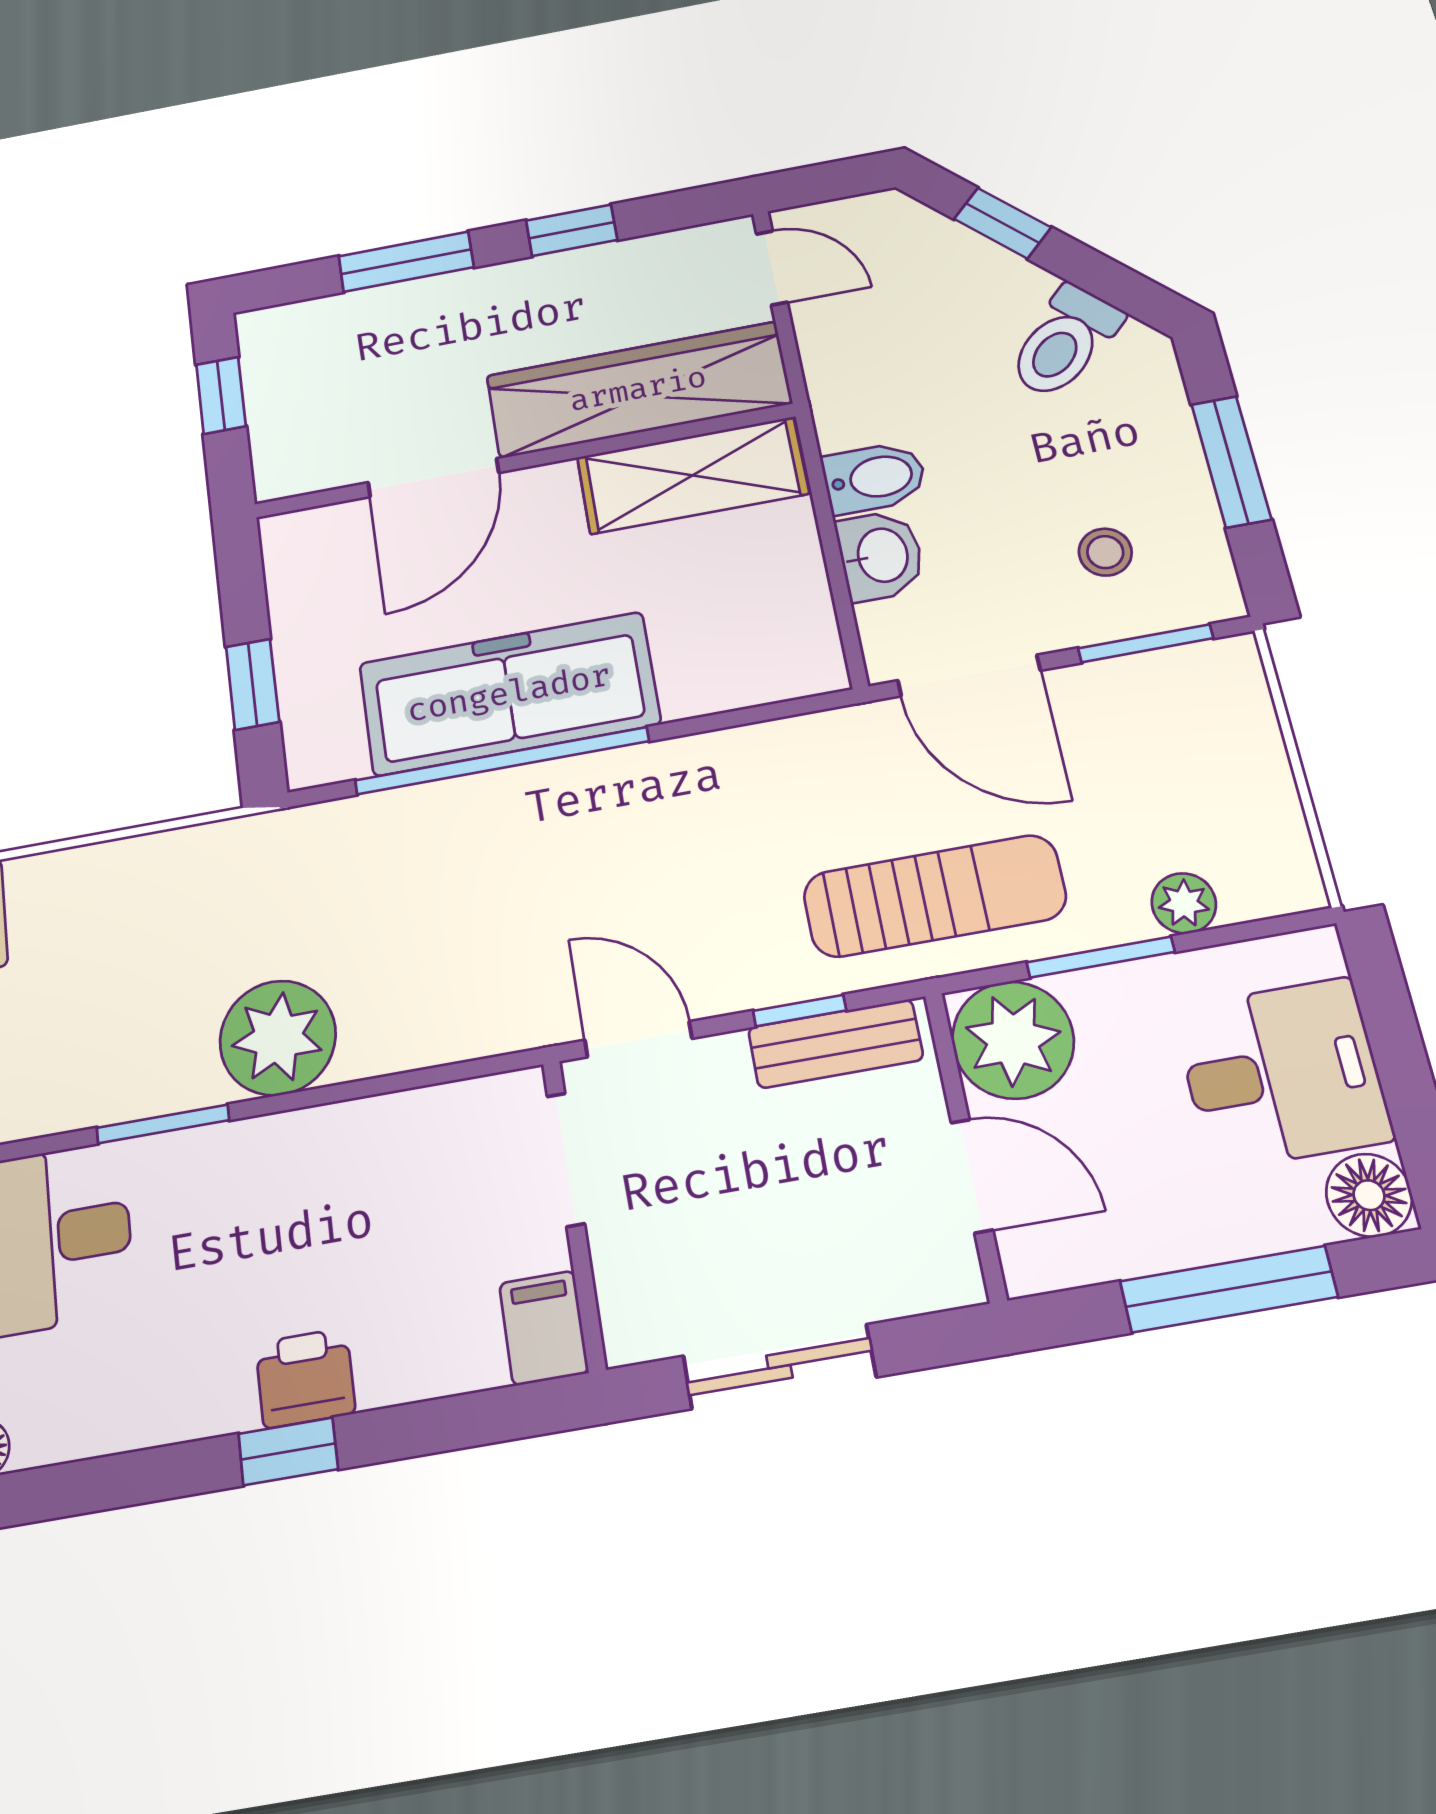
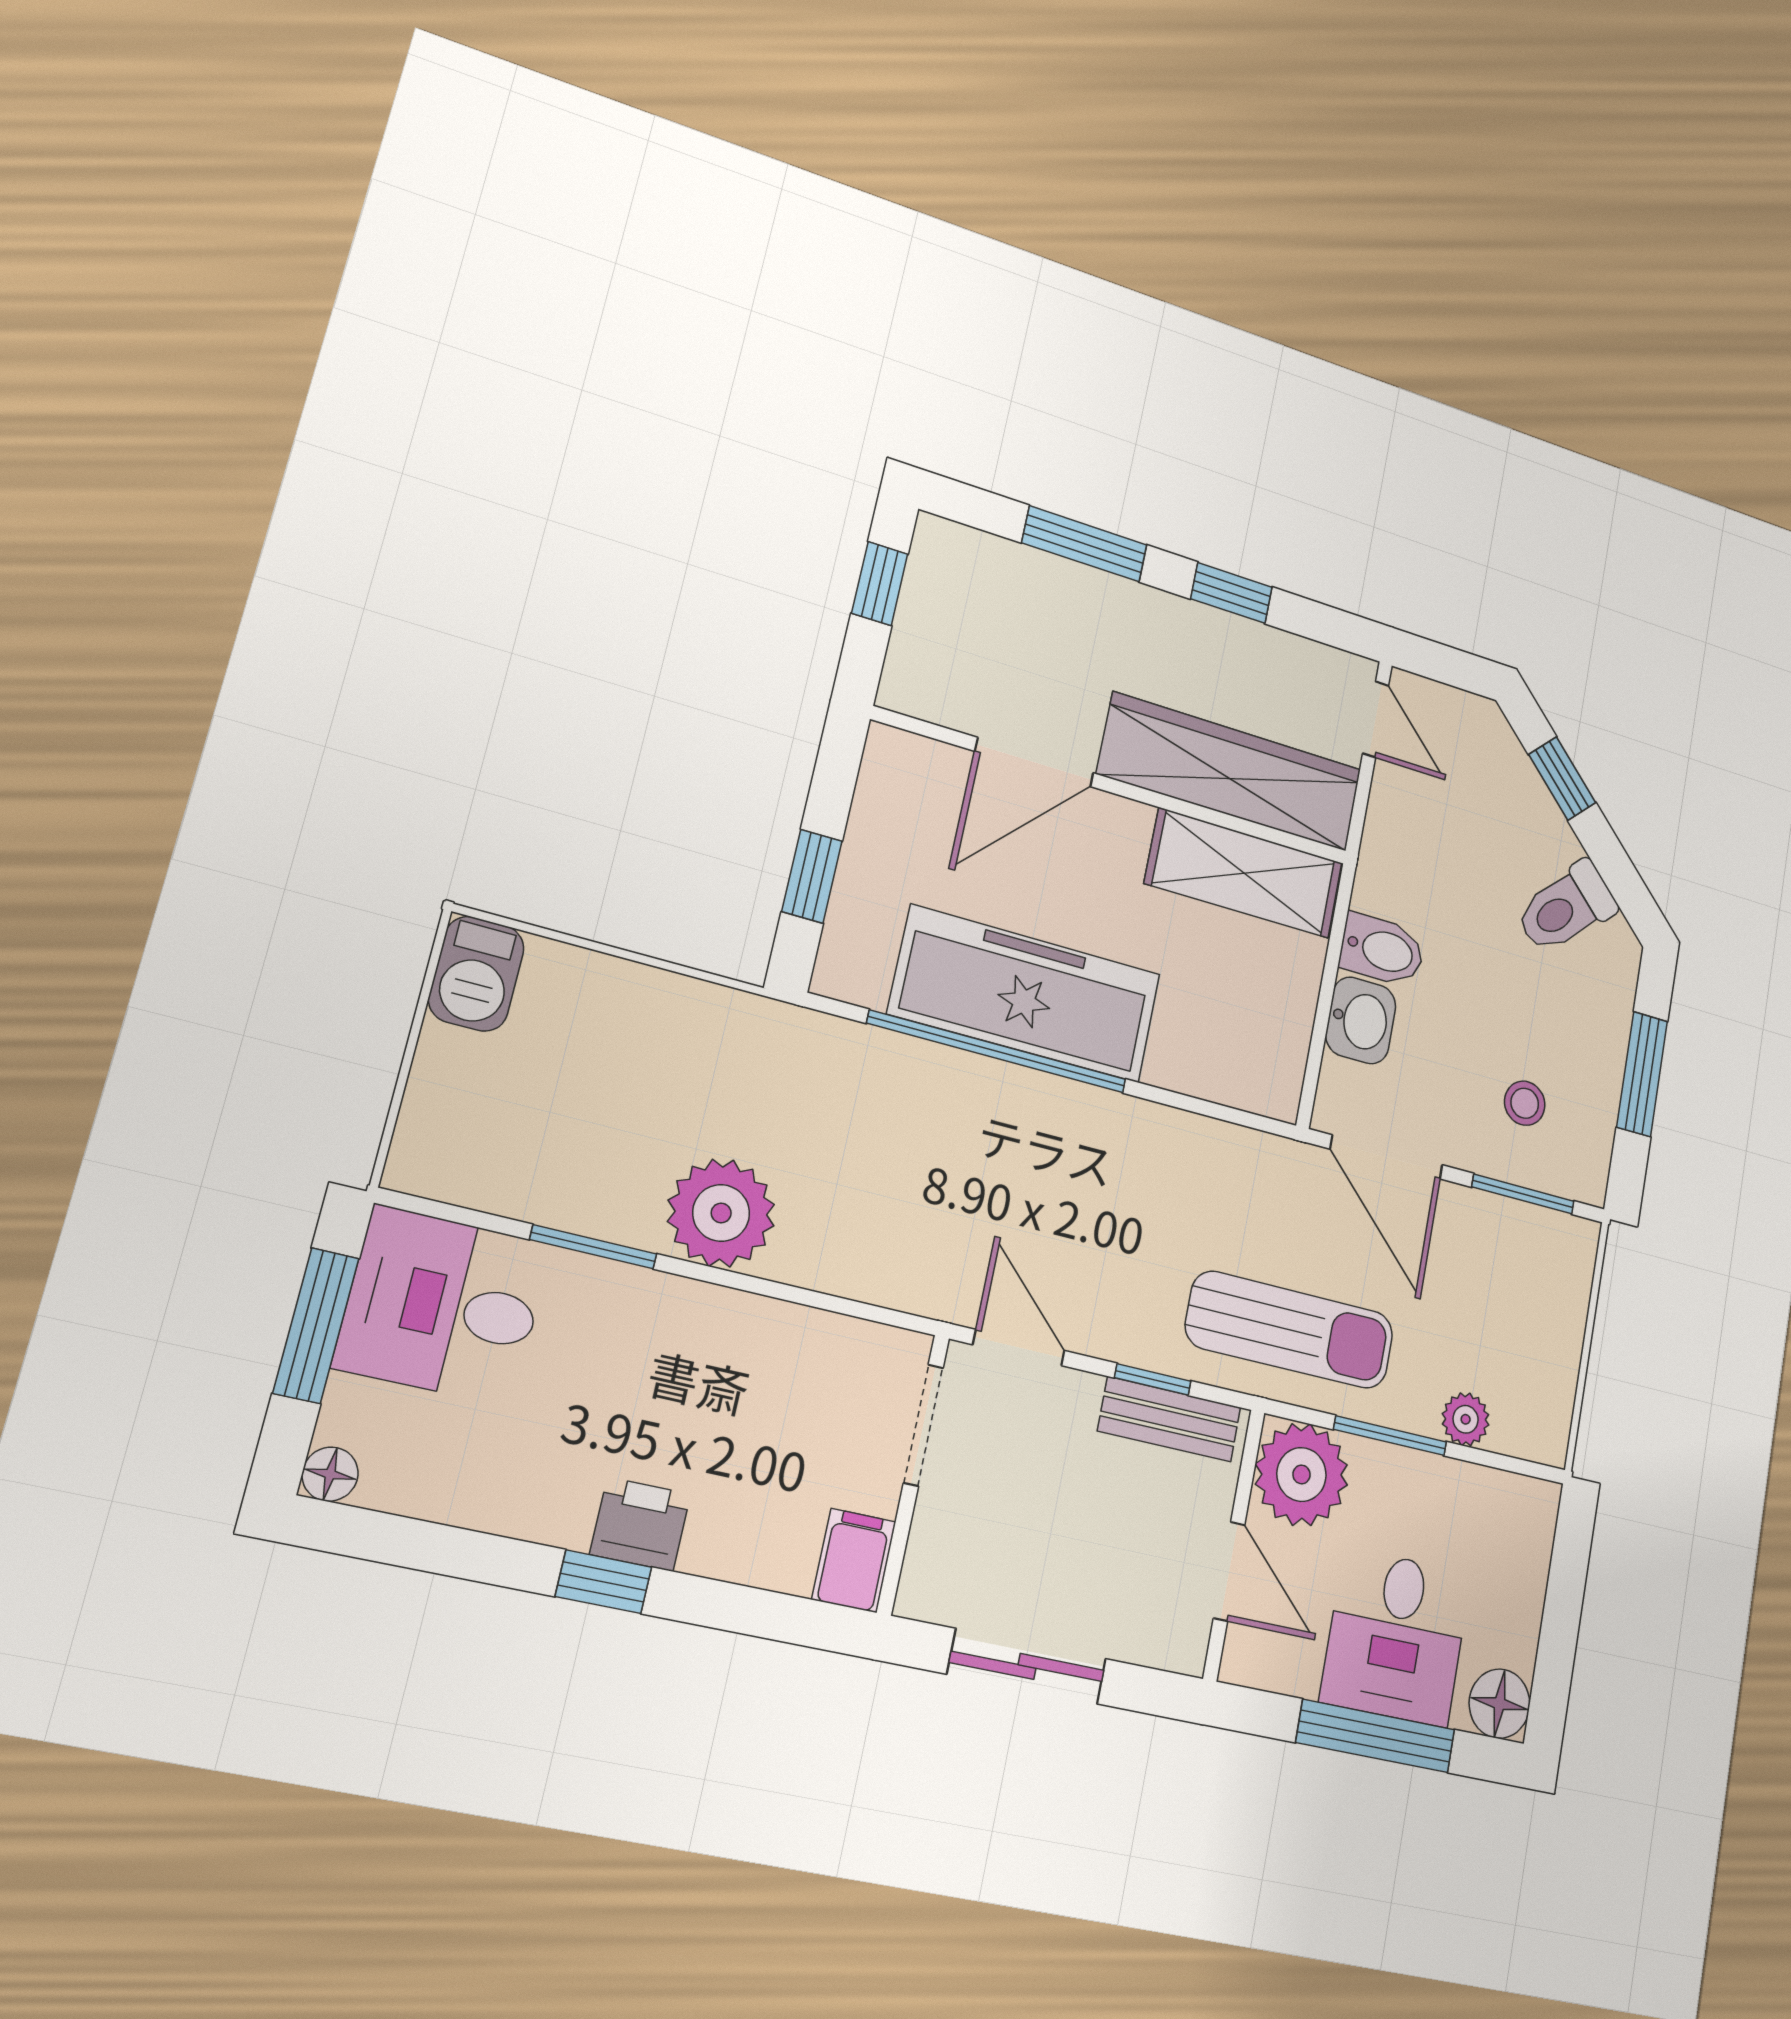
desk: (1282, 1074) -> (1396, 1637), moved, turned 90

